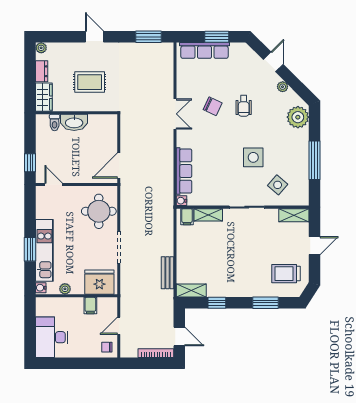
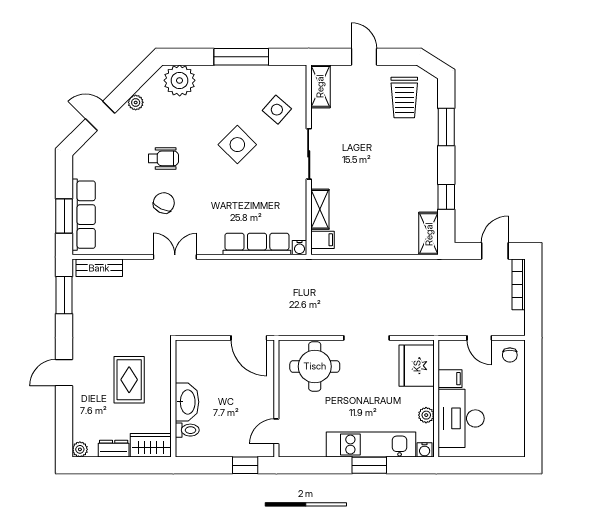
window: (217, 37) -> (64, 216), moved
side table: (253, 157) -> (237, 145), turned 45
bench: (168, 273) -> (99, 268), moved
desk: (52, 337) -> (461, 418), moved, turned 90

